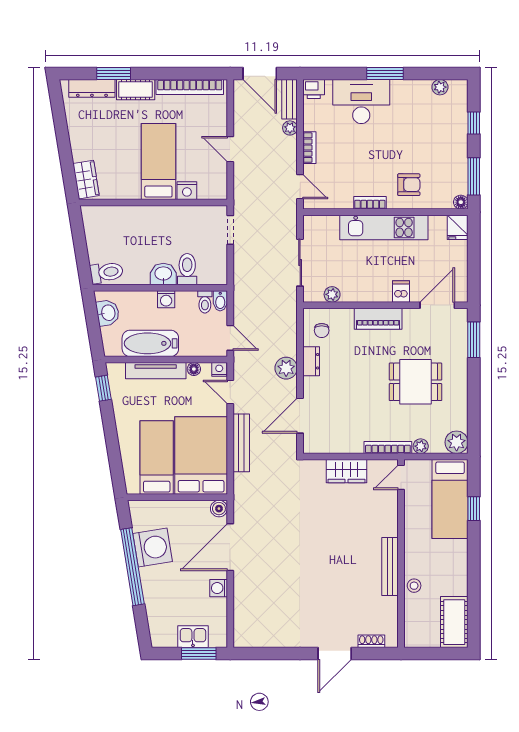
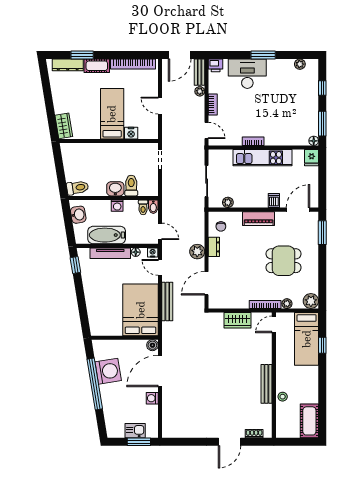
door: (260, 73) -> (180, 55), hinge flipped
armchair: (409, 185) -> (279, 129), removed
bed: (157, 458) -> (111, 311), removed

